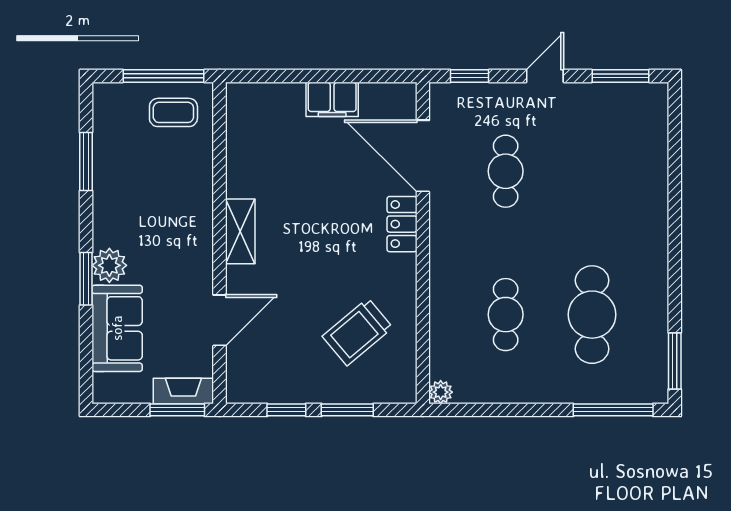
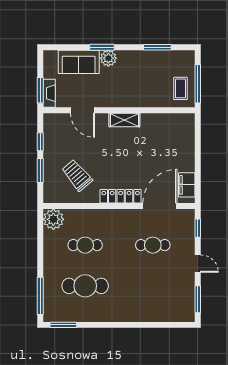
filing cabinet: (332, 99) -> (187, 185), moved
locker: (402, 224) -> (121, 196), width x1.53
plant: (441, 392) -> (53, 219), width x1.87, depth x1.87

